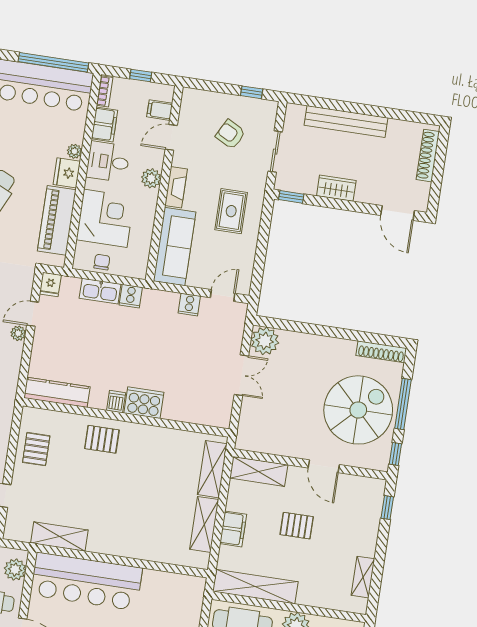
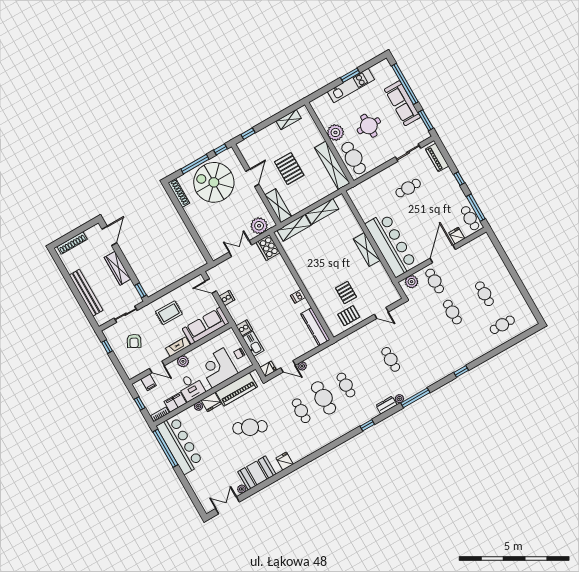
wardrobe: (336, 188) -> (118, 268), width x1.50
plant: (265, 341) -> (259, 226), moved
cooker: (144, 403) -> (268, 248), moved
pallet: (102, 439) -> (346, 293), moved
pallet: (297, 526) -> (289, 169), width x1.50, depth x1.42
filing cabinet: (233, 529) -> (314, 196), removed
shelving: (59, 537) -> (367, 250), moved

